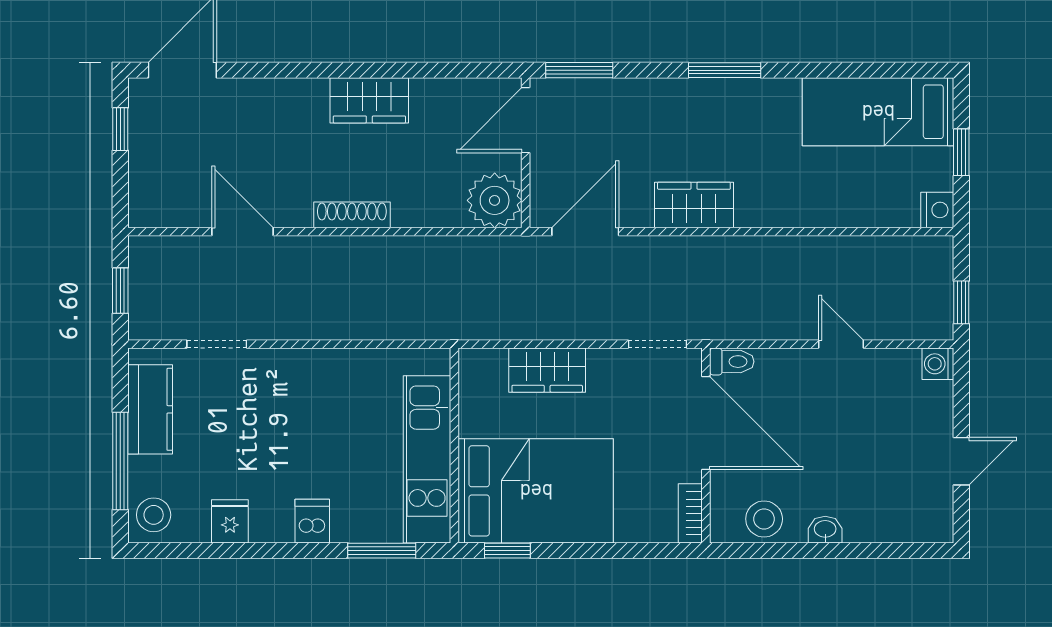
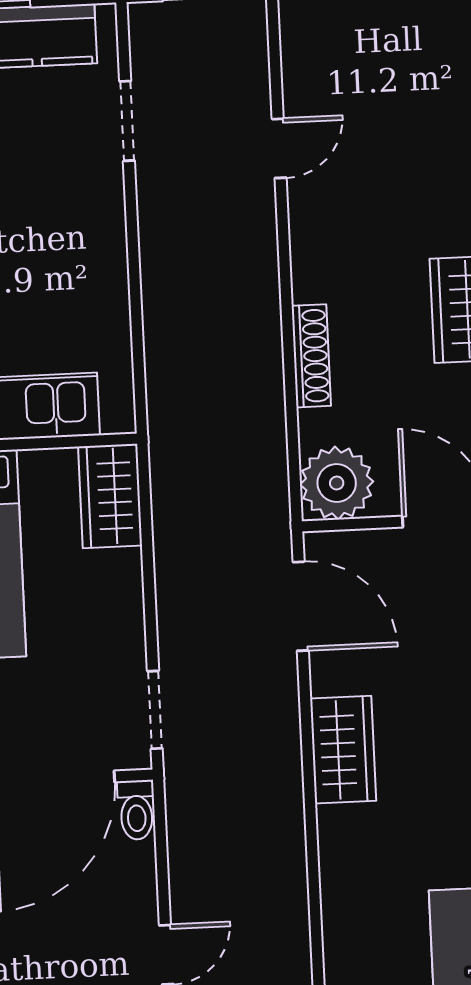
shoe rack: (352, 215) -> (311, 356), moved
door: (242, 232) -> (279, 148), width x0.73
wardrobe: (547, 370) -> (110, 496), moved

